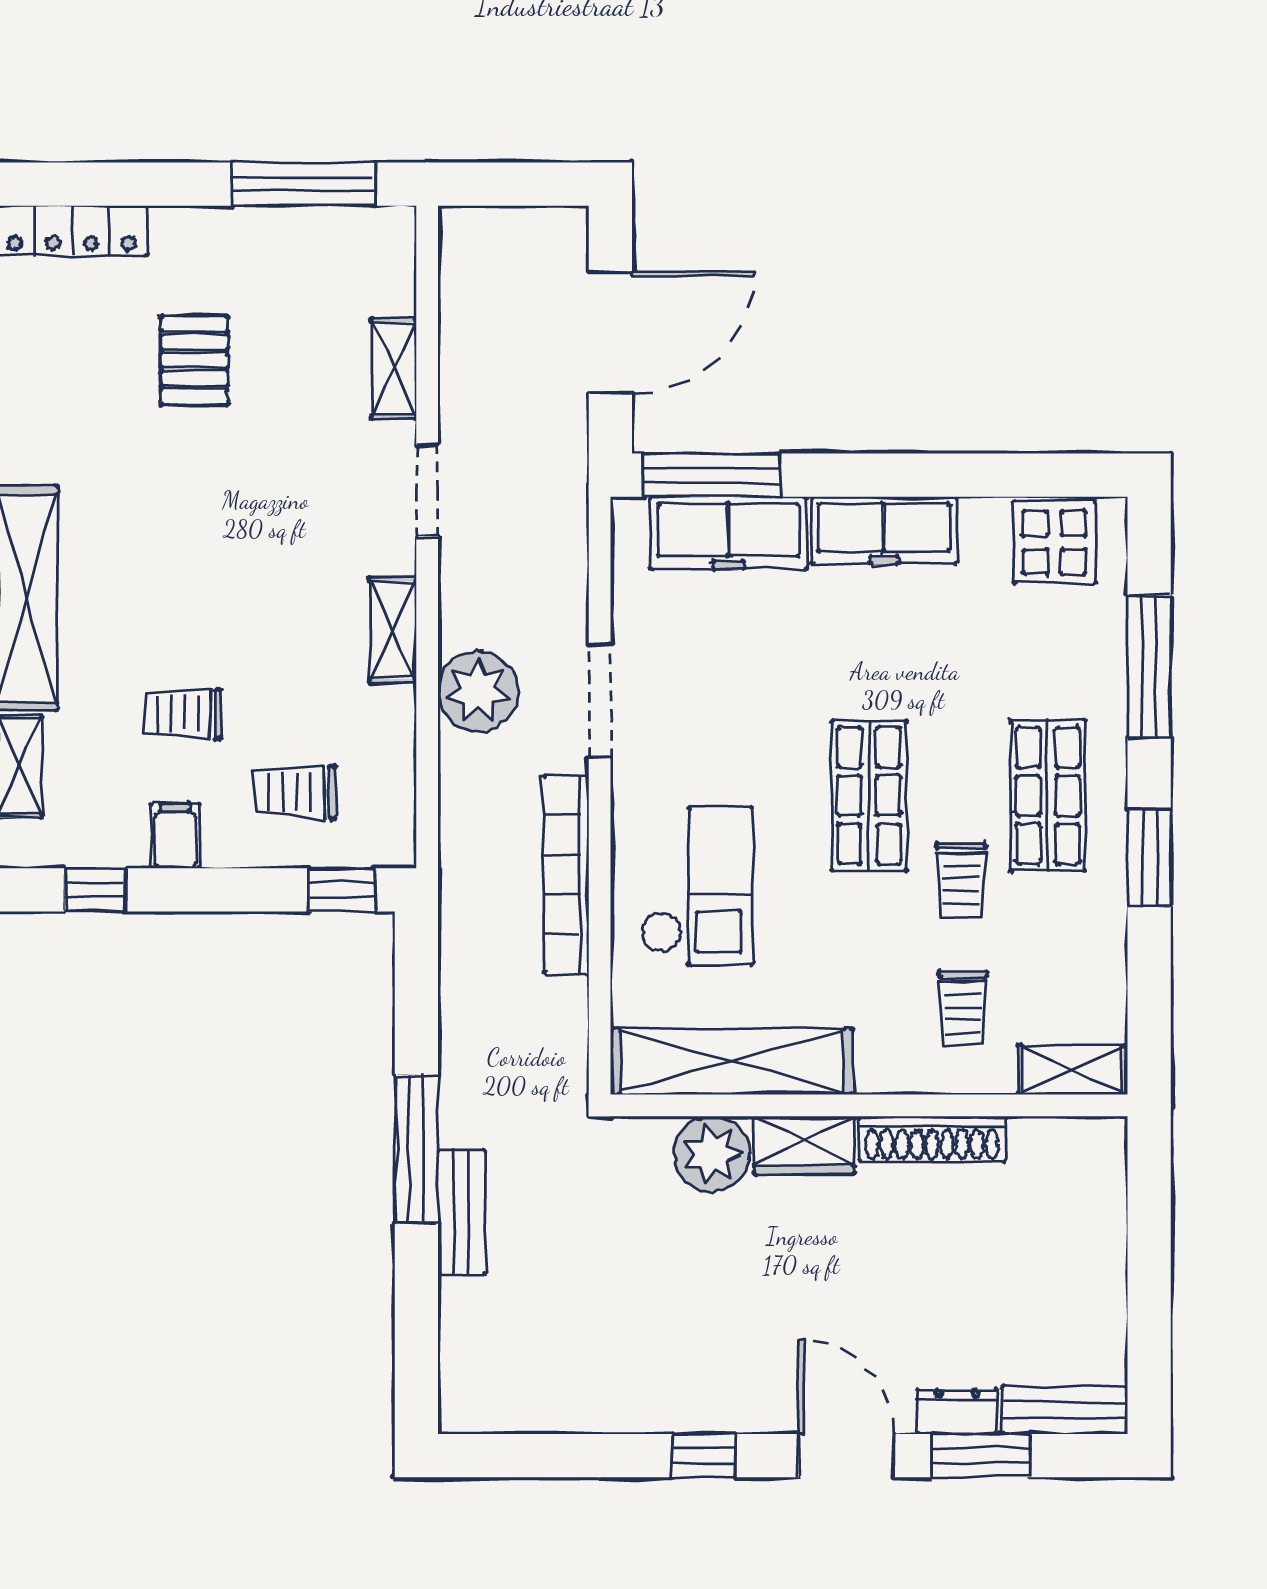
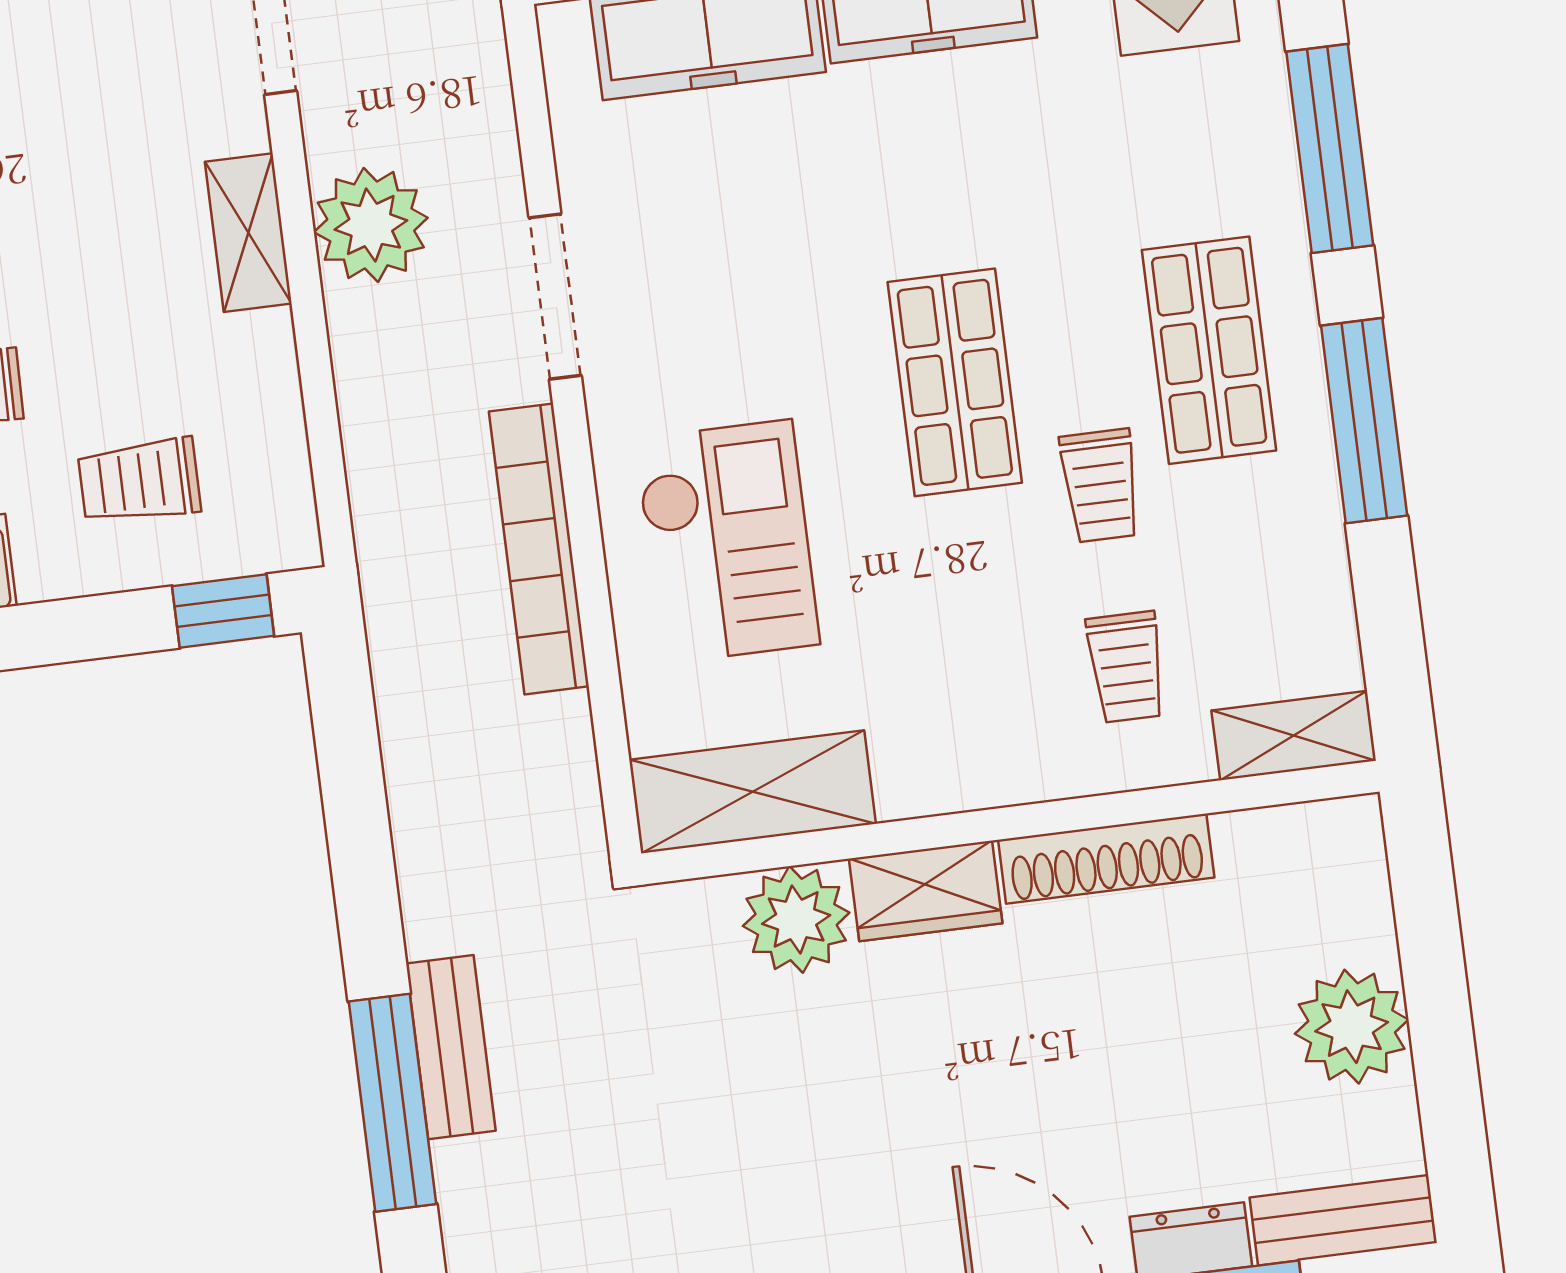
plant: (478, 691) -> (371, 225), moved
window: (1149, 858) -> (1364, 421), width x1.44
shelving: (732, 1062) -> (753, 792), width x0.68
window: (416, 1149) -> (393, 1103), moved
plant: (1087, 1277) -> (1352, 1027), added

